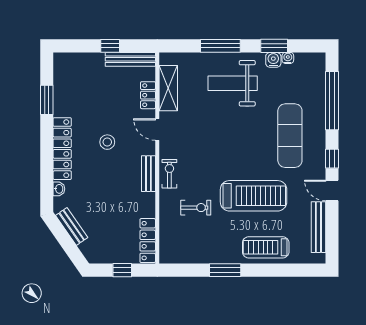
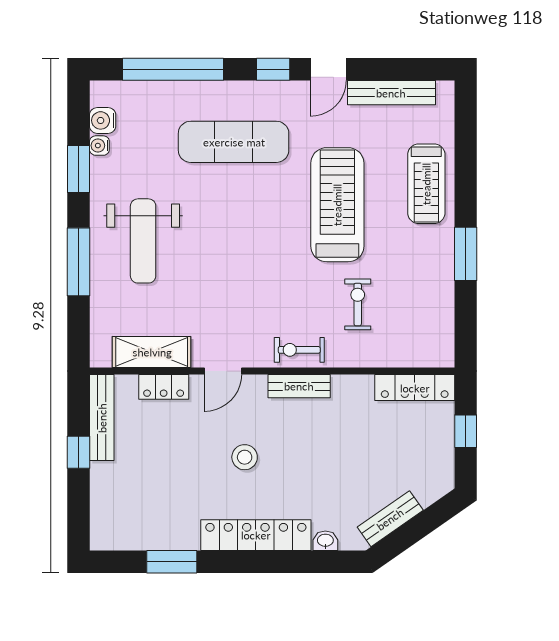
water cooler: (273, 60) -> (103, 120), moved

